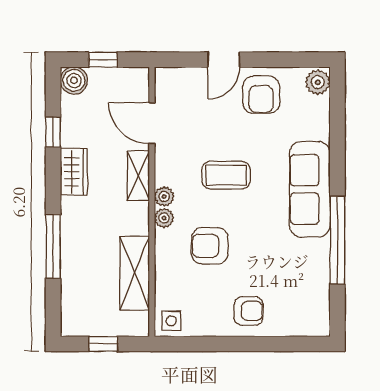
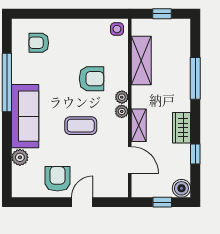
plant: (318, 82) -> (20, 157), moved
armchair: (248, 311) -> (39, 43), moved

